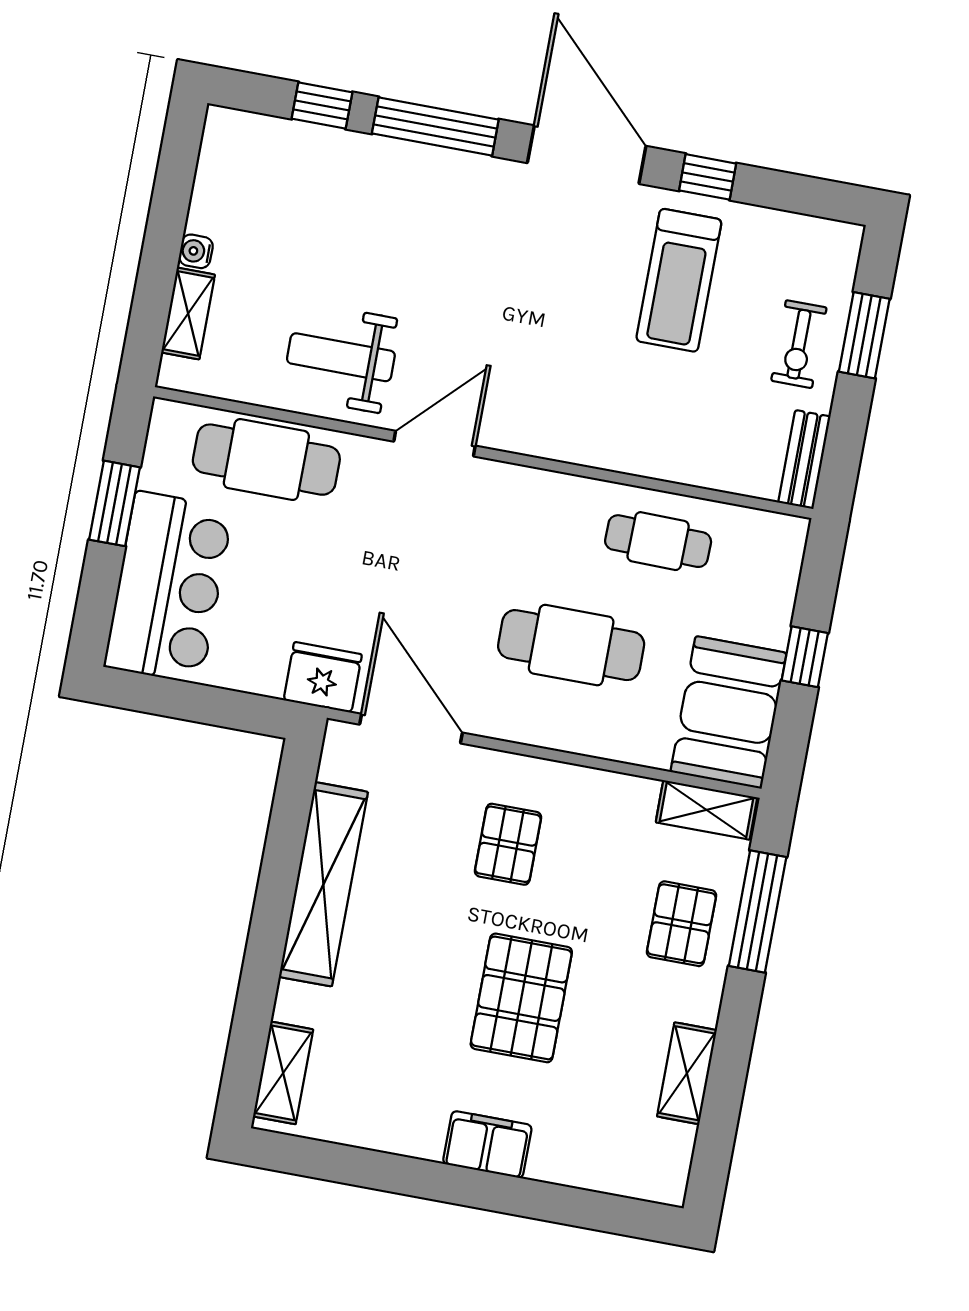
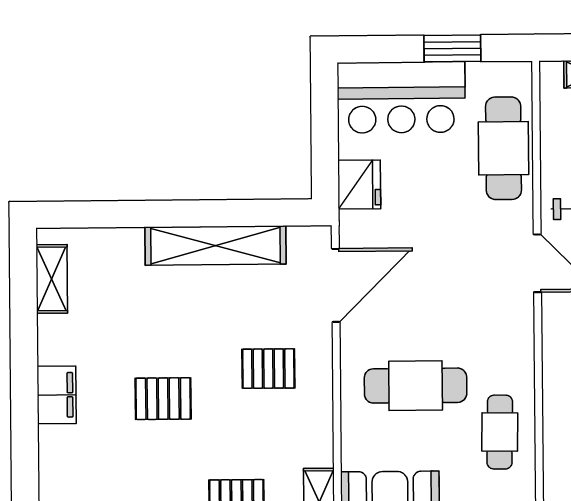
cafe table: (571, 645) -> (416, 386), turned 90
fridge: (323, 677) -> (359, 185), moved
pallet: (521, 998) -> (163, 399), width x0.67, depth x0.71
shelving: (283, 1073) -> (52, 279), moved, turned 90

